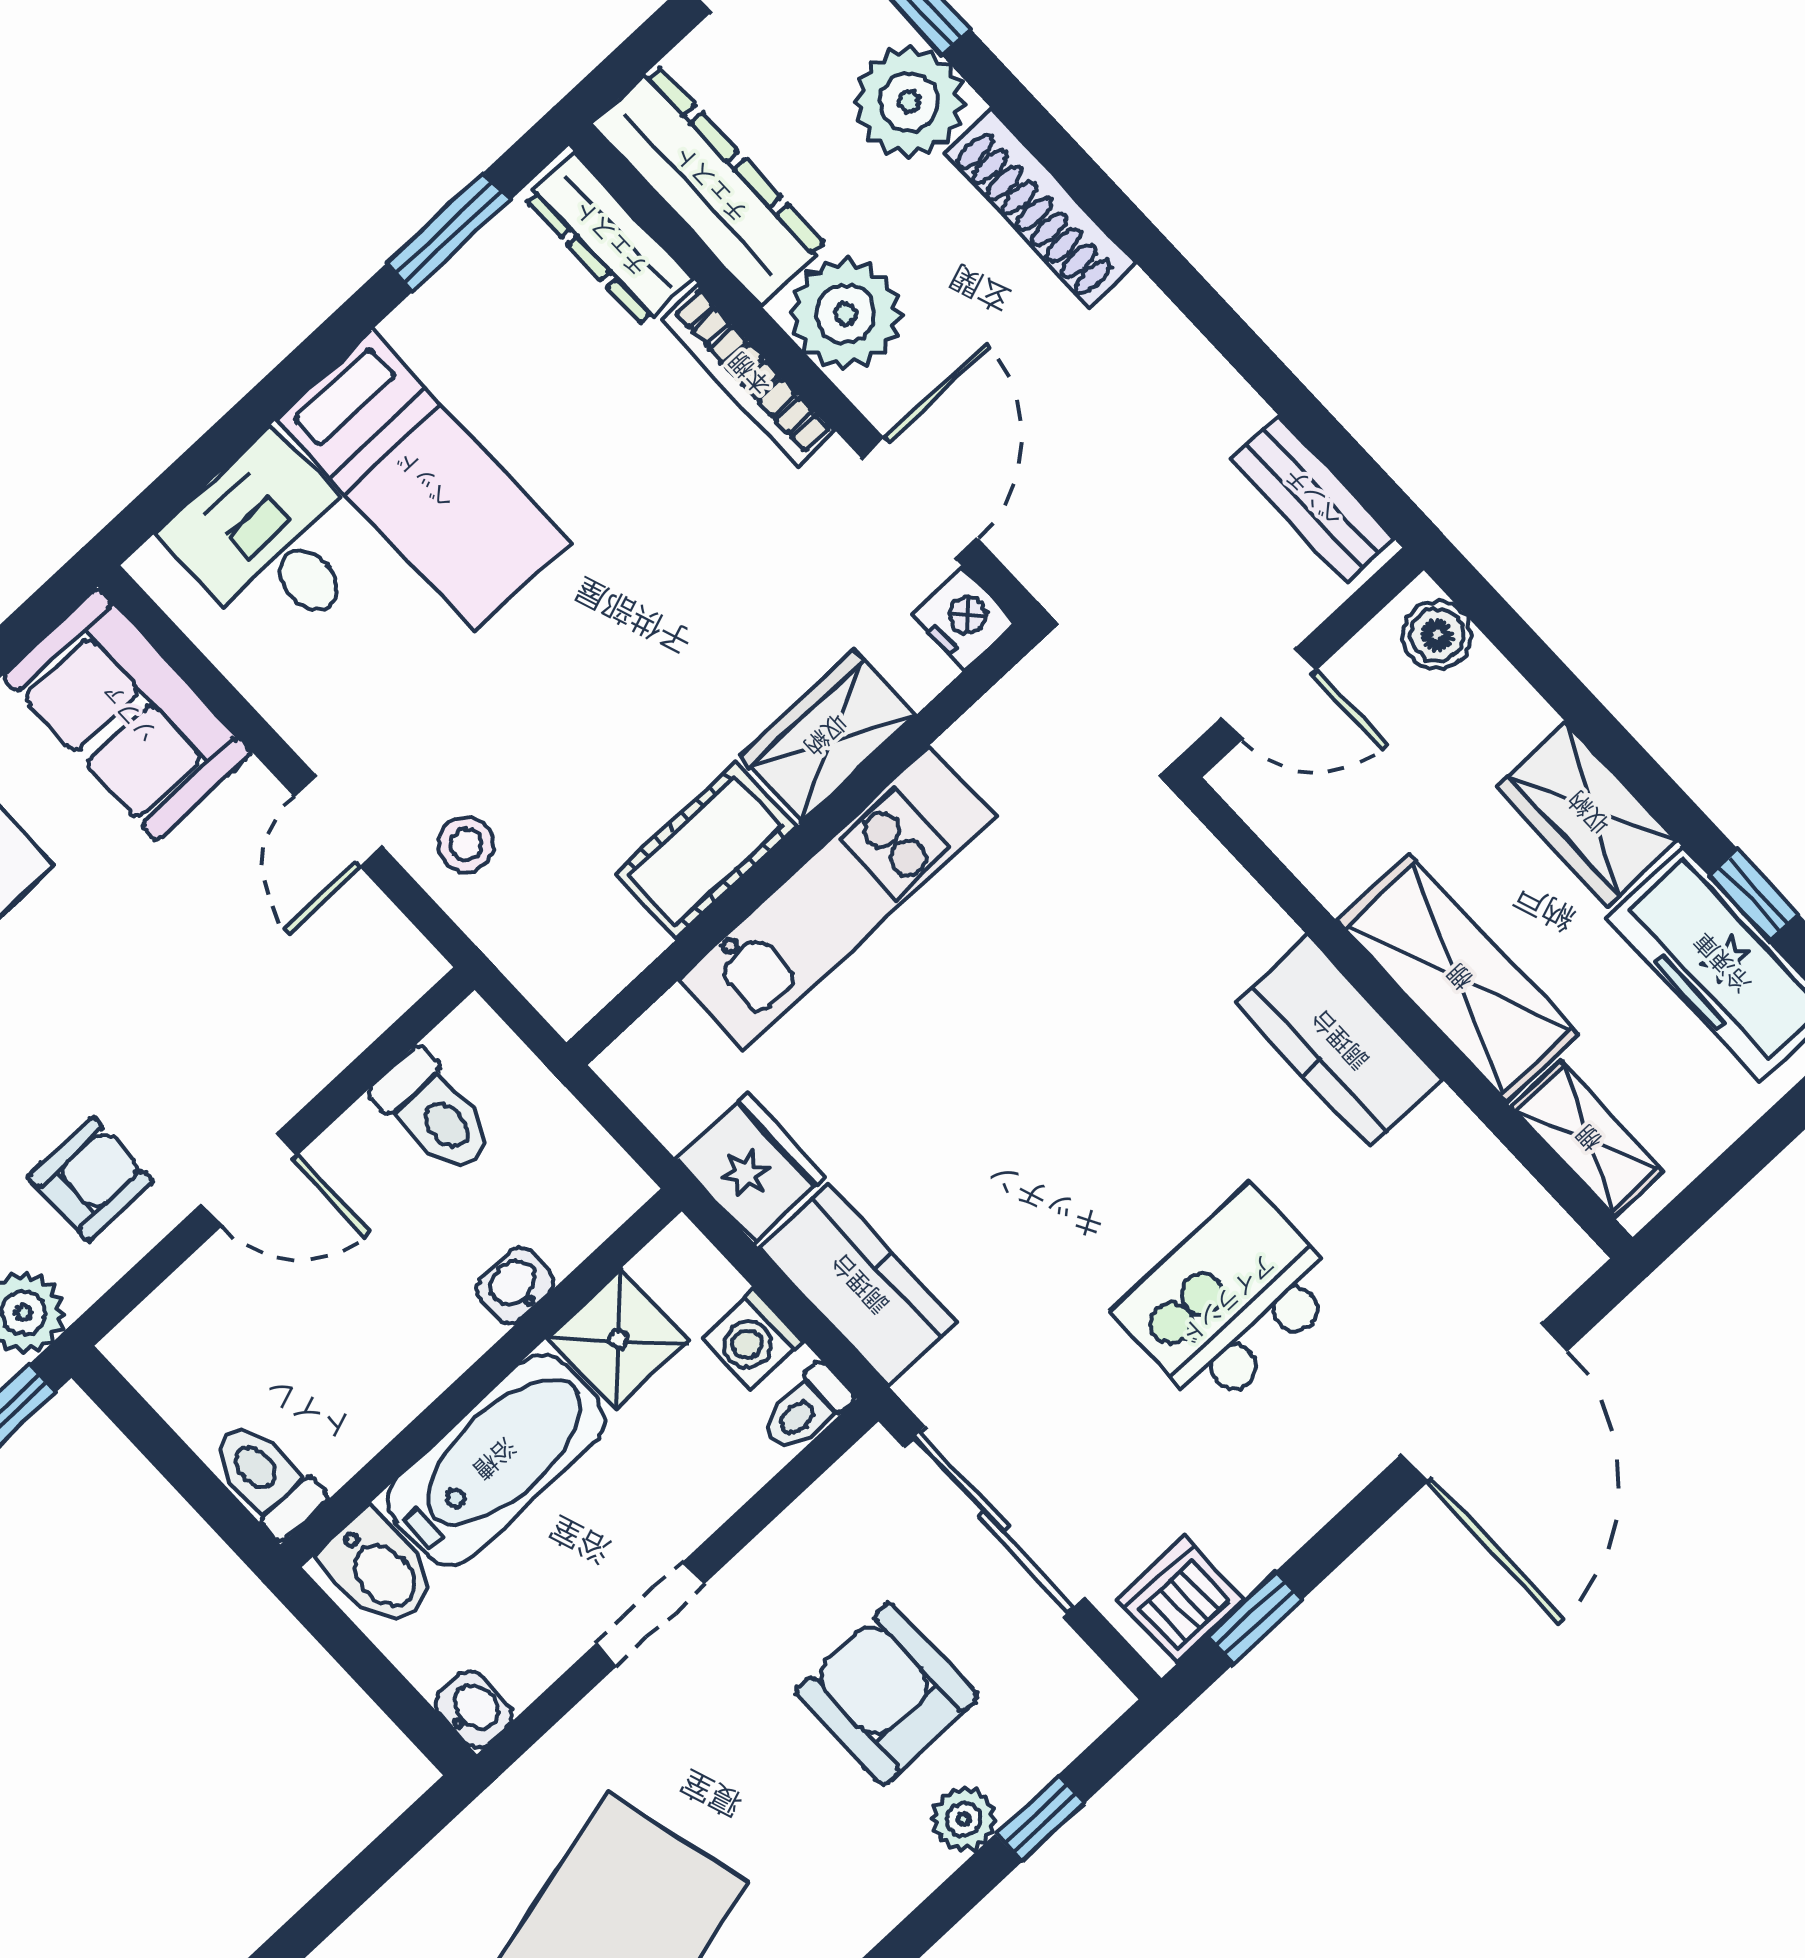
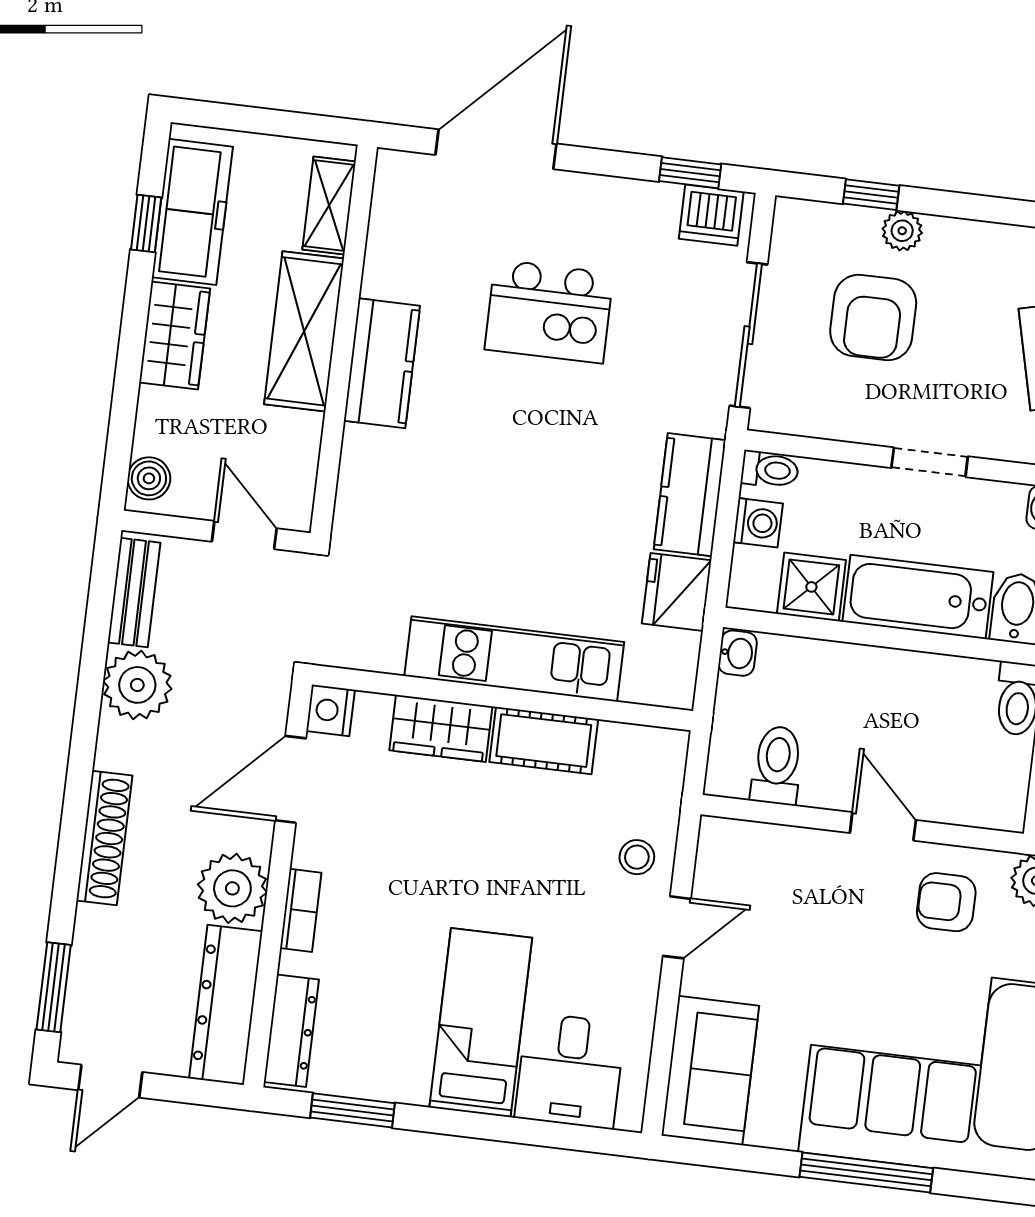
plant: (909, 102) -> (137, 685), moved
bookcase: (748, 375) -> (301, 910), width x0.64
washbasin: (515, 1285) -> (738, 653), moved, turned -90

